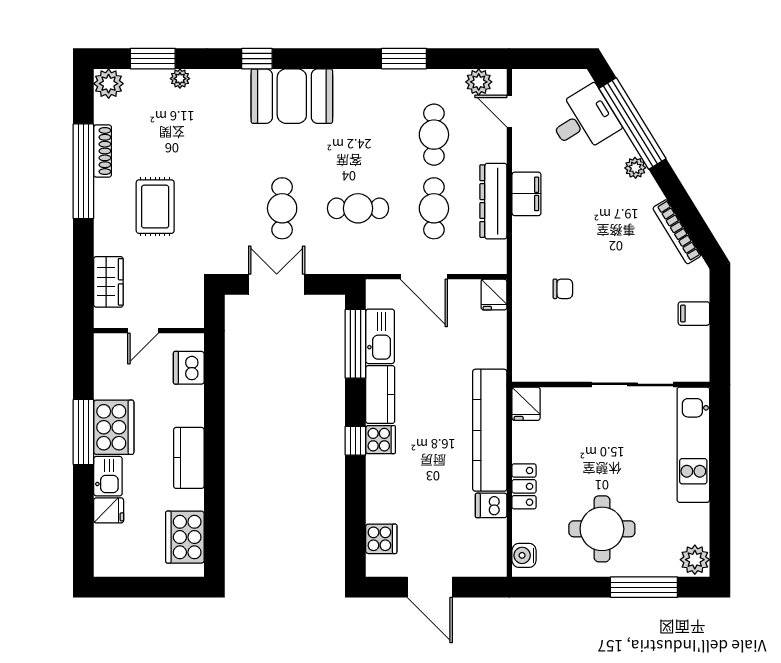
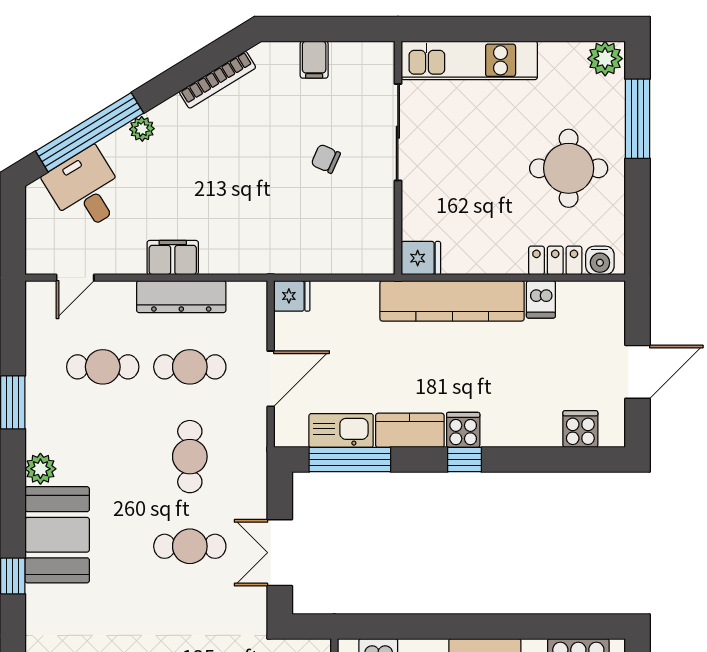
plant: (479, 82) -> (40, 469), moved
chair: (563, 289) -> (326, 159), moved, turned -66
locker: (524, 486) -> (555, 260), moved

